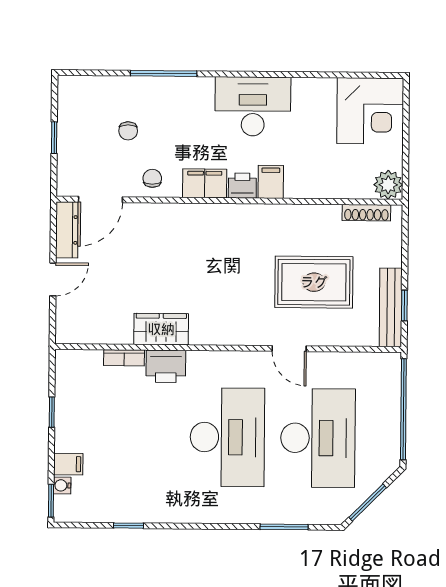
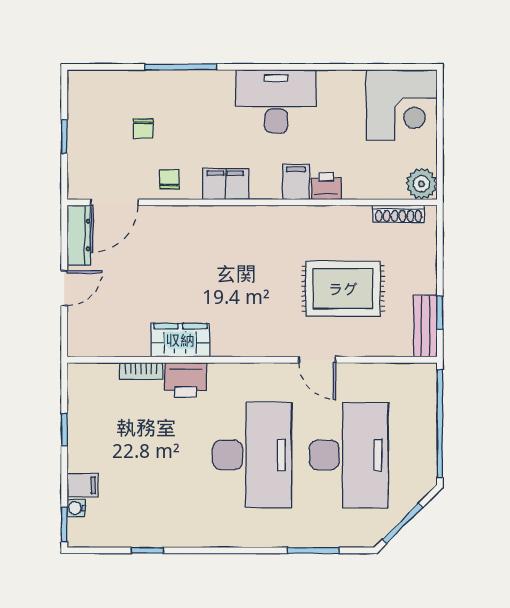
printer: (242, 186) -> (326, 186), moved
bench: (391, 307) -> (425, 326), width x0.73

